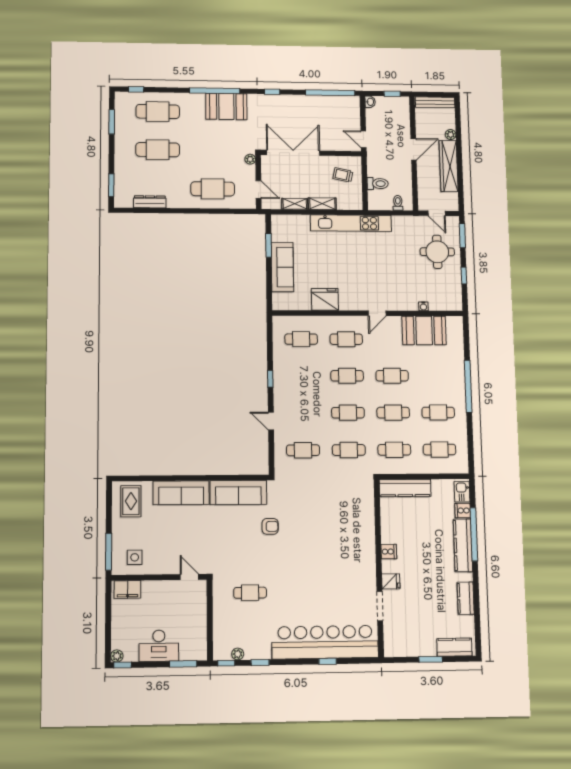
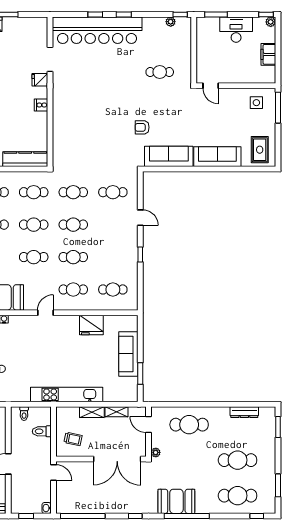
filing cabinet: (127, 589) -> (268, 54), moved, turned -90
window: (260, 662) -> (124, 14), moved

